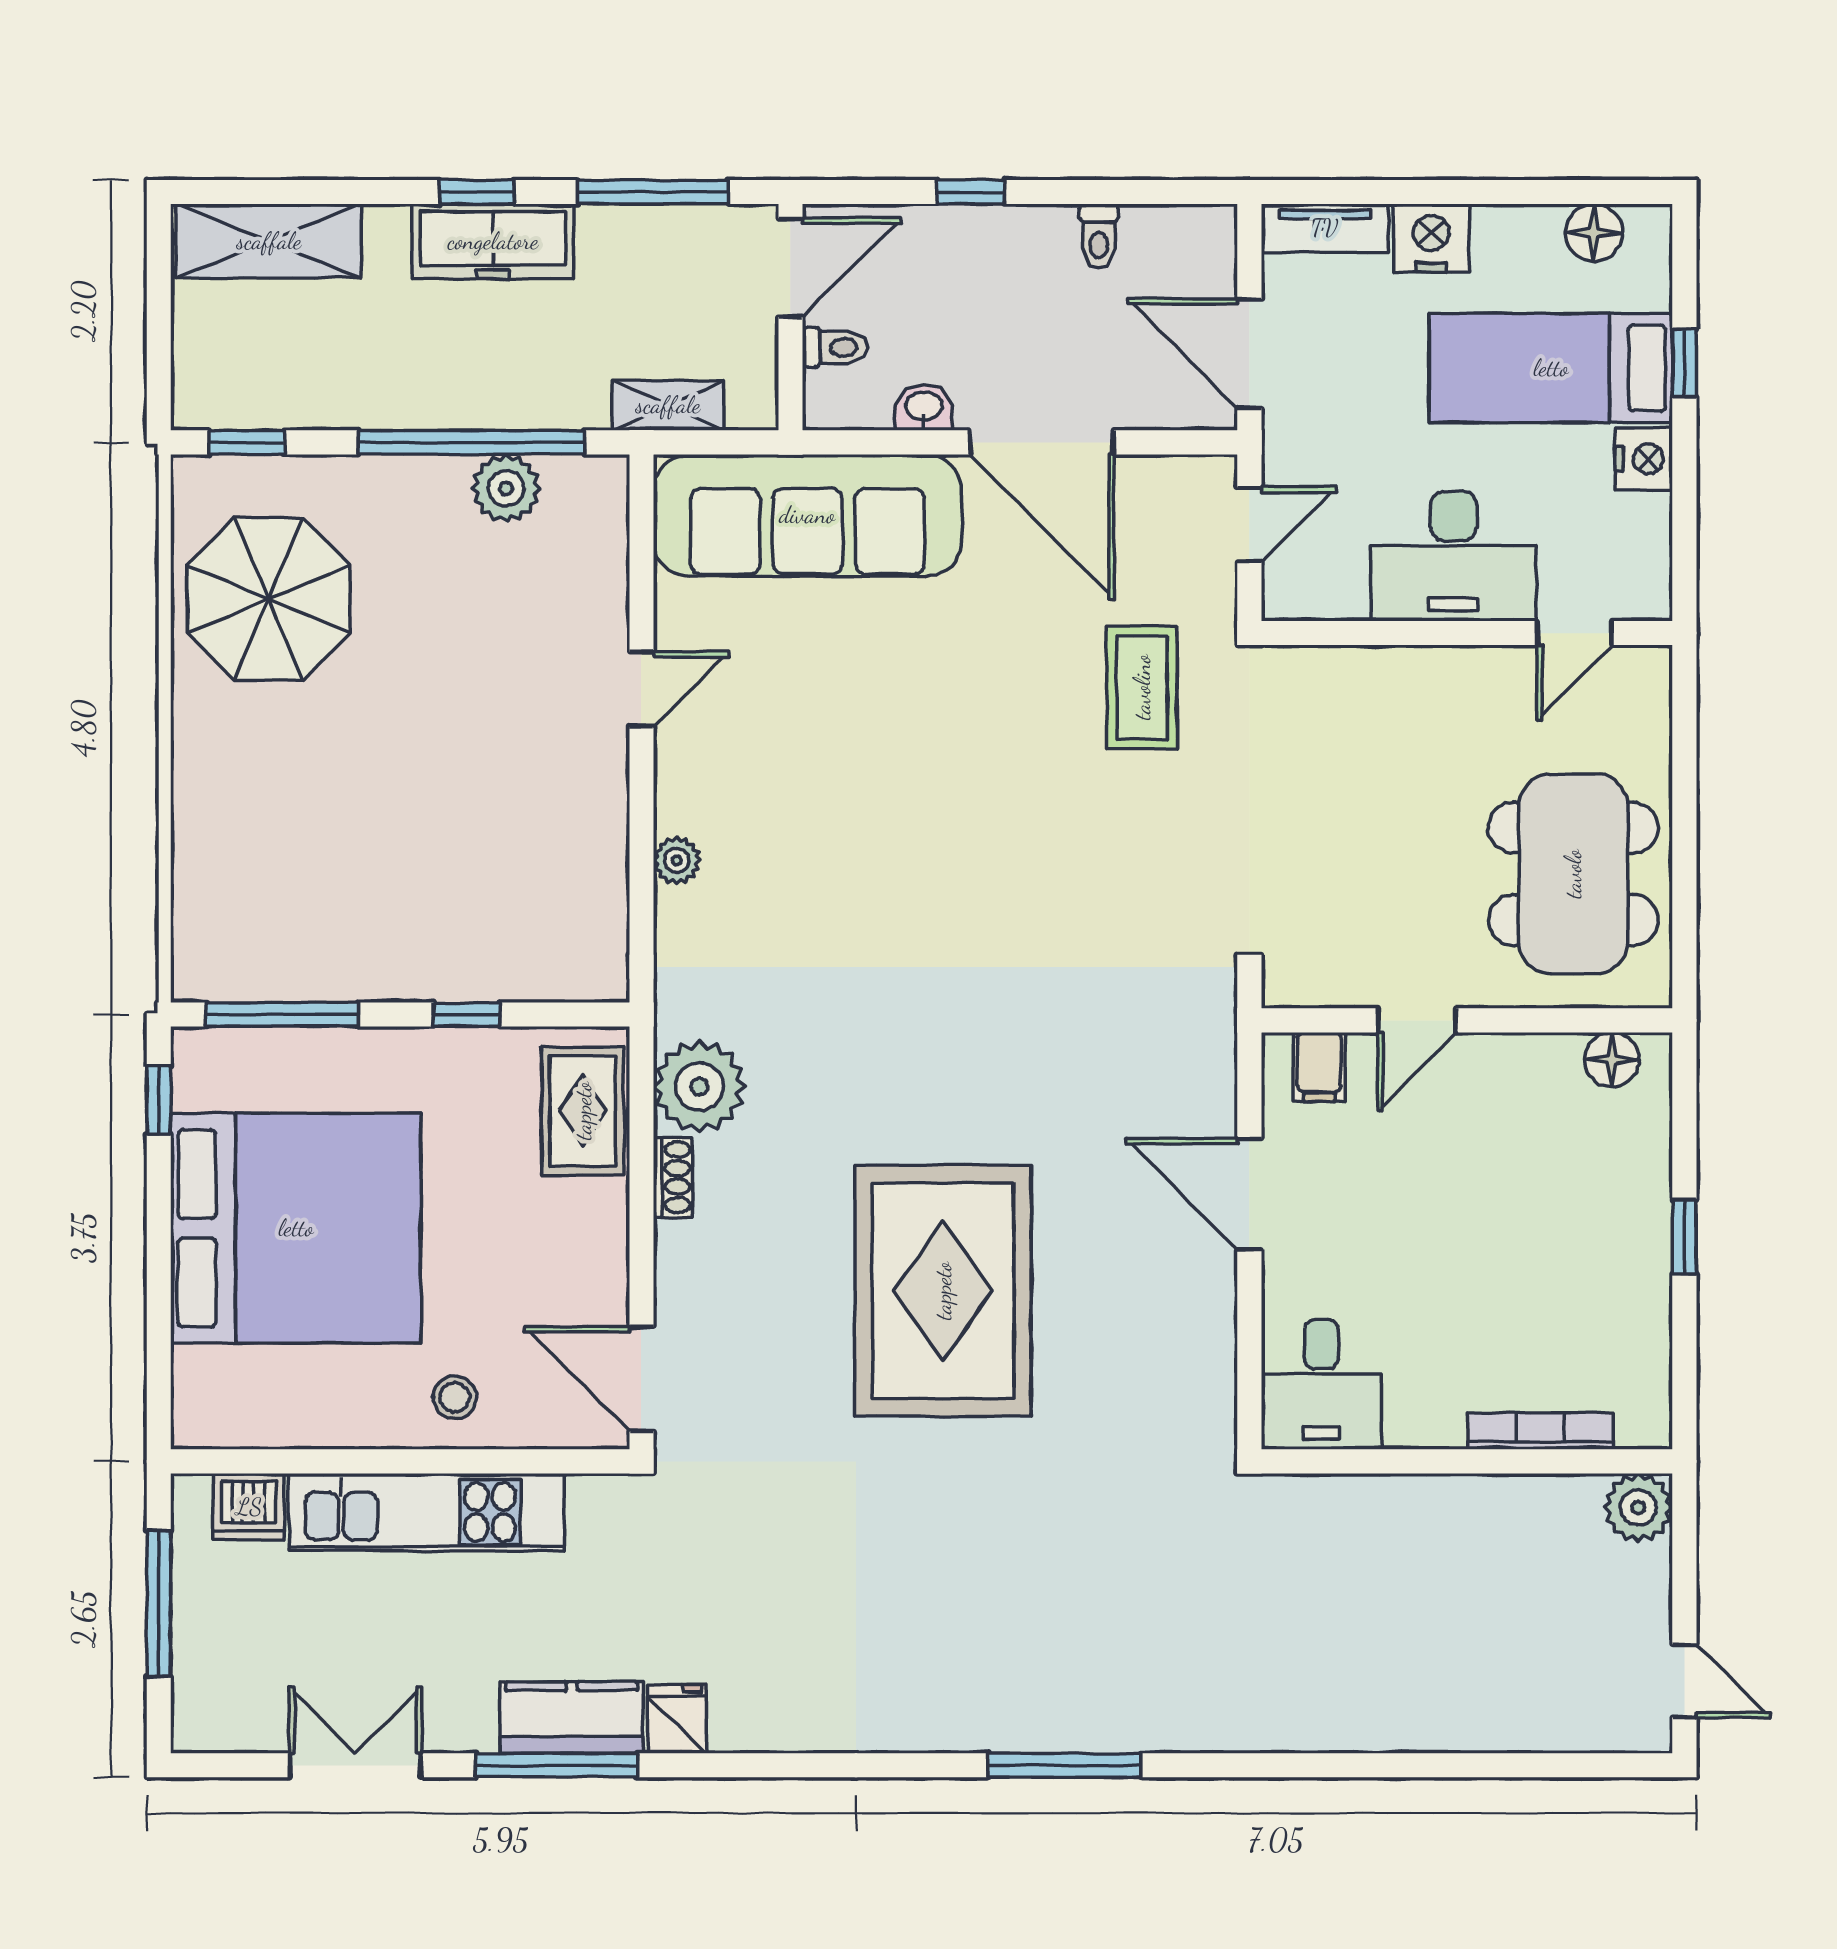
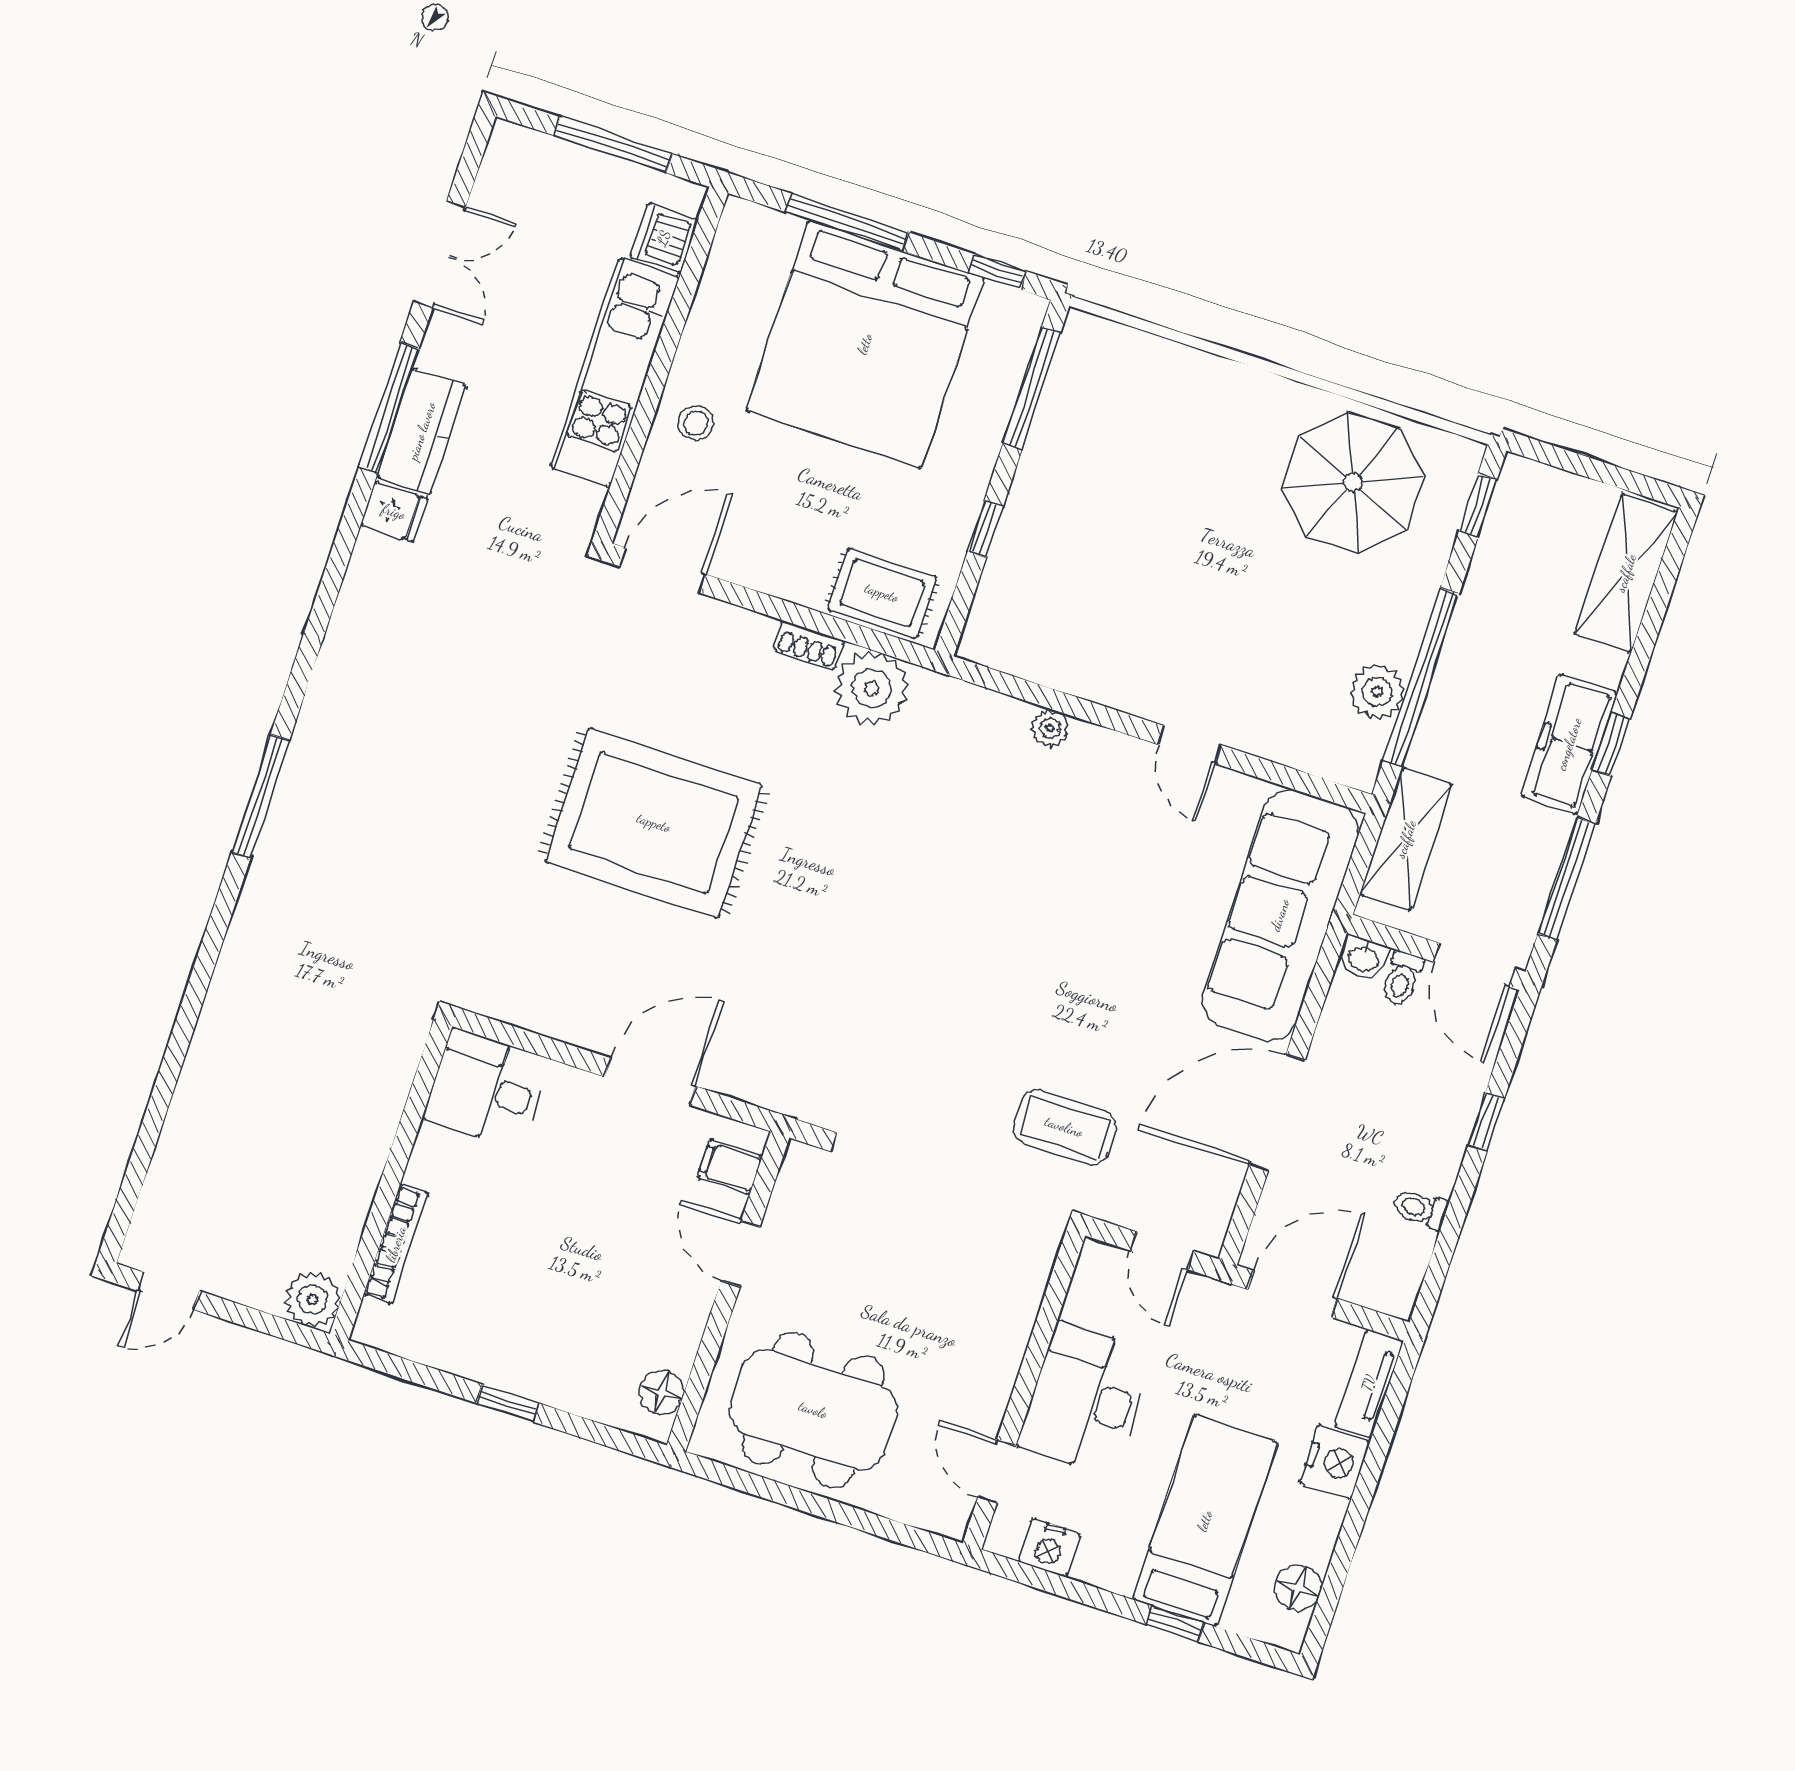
shelving: (668, 405) -> (1406, 839), width x1.50, depth x1.33
washbasin: (924, 407) -> (1364, 958), moved, turned 90
nightstand: (1644, 459) -> (1049, 1548), moved
window: (159, 1297) -> (847, 222), added

